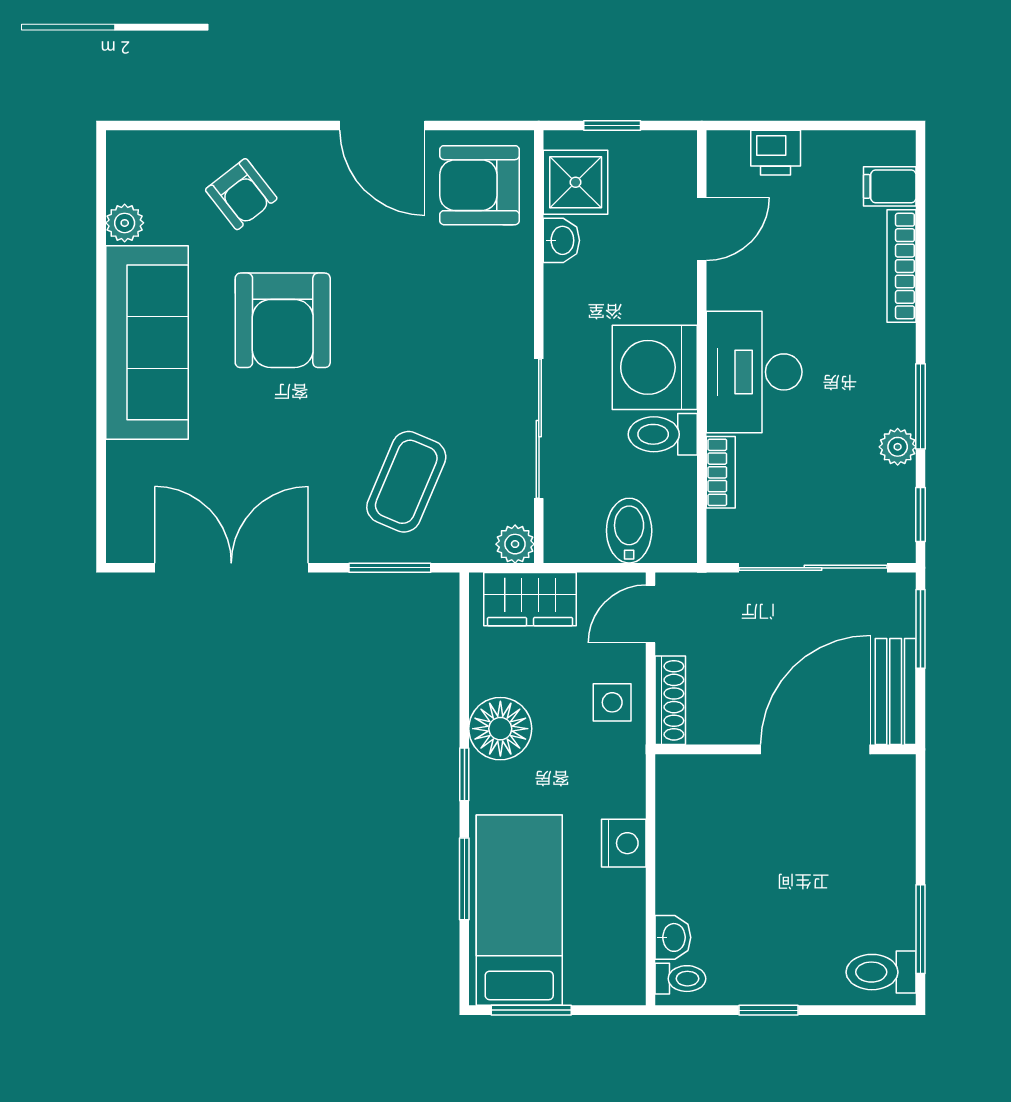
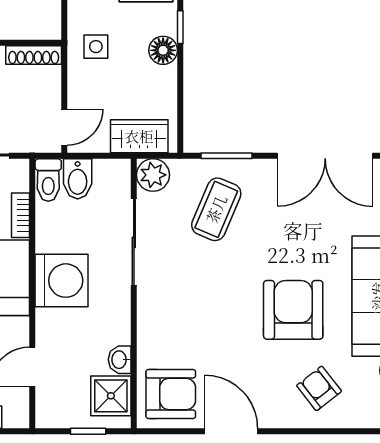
toilet: (663, 434) -> (48, 180), moved, turned 90
plant: (515, 544) -> (153, 175), width x1.38, depth x1.38
shoe rack: (670, 700) -> (34, 55), moved, turned -90
side table: (612, 702) -> (96, 47), moved
floor lamp: (500, 729) -> (163, 50), width x0.73, depth x0.73

